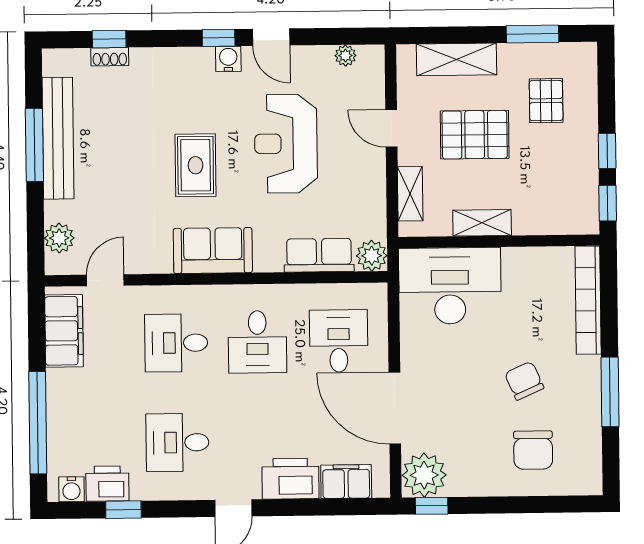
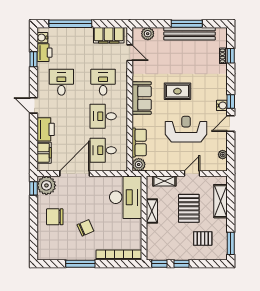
window: (533, 34) -> (231, 243), moved
desk: (339, 341) -> (103, 150), turned 180
chair: (533, 450) -> (55, 217), moved

